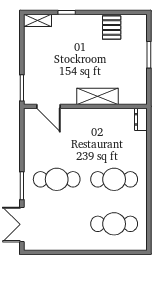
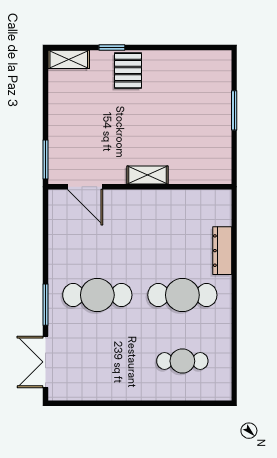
pallet: (112, 28) -> (128, 71), moved
shelving: (97, 96) -> (147, 175), width x0.67, depth x0.75
dresser: (141, 119) -> (222, 251), moved, width x1.44
cafe table: (114, 224) -> (182, 361), width x0.73, depth x0.74

